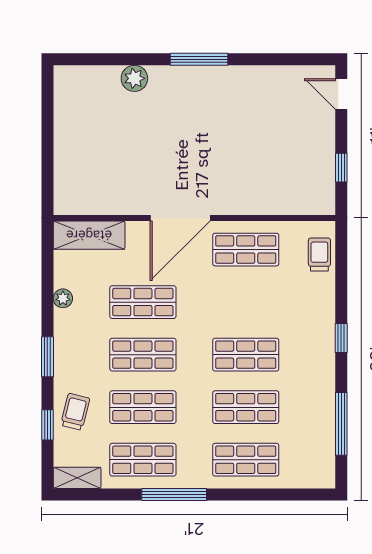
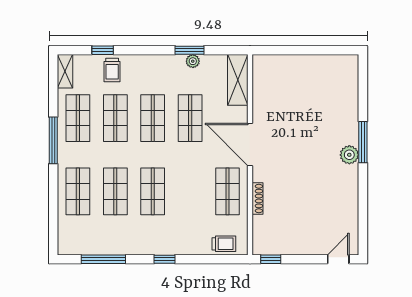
window: (199, 59) -> (363, 142), moved
plant: (134, 78) -> (349, 155), moved
window: (341, 168) -> (271, 259), moved
shoe rack: (256, 207) -> (257, 199), added
window: (47, 357) -> (190, 50), moved
trolley: (75, 412) -> (112, 70), turned 76

